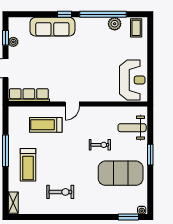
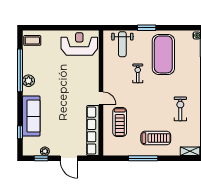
window: (64, 14) -> (20, 132), moved
plant: (115, 24) -> (29, 81), moved
row of seats: (29, 95) -> (93, 131), width x1.36

